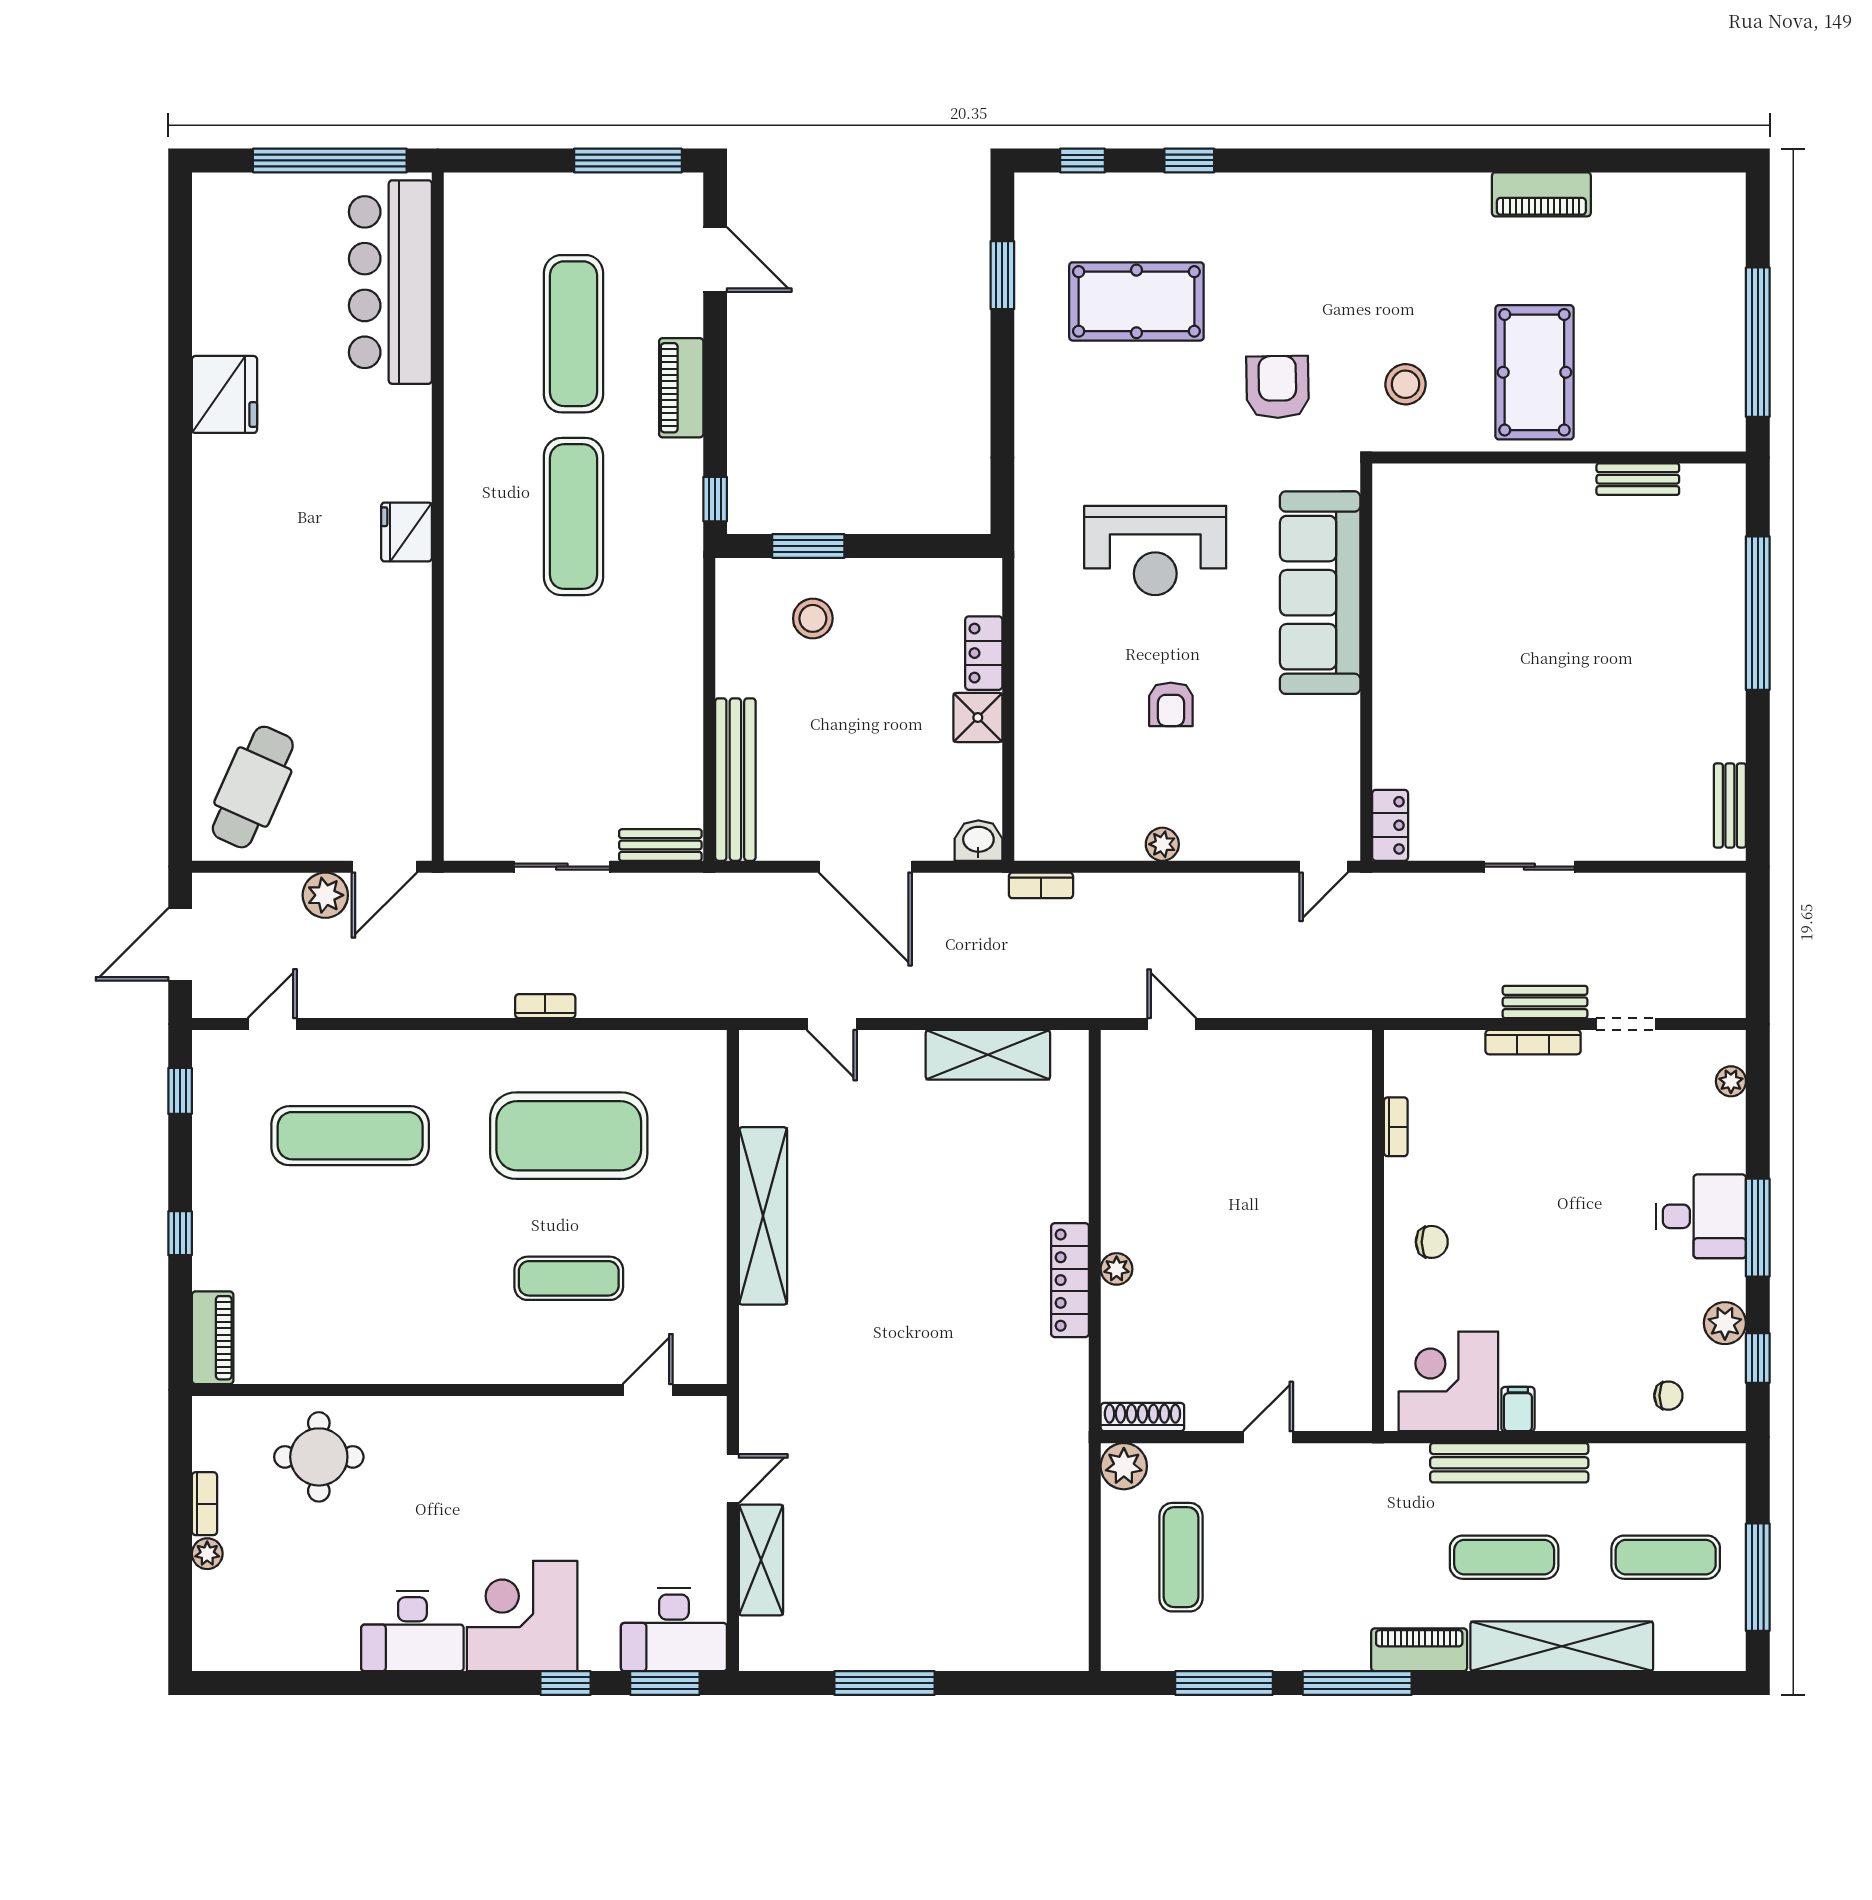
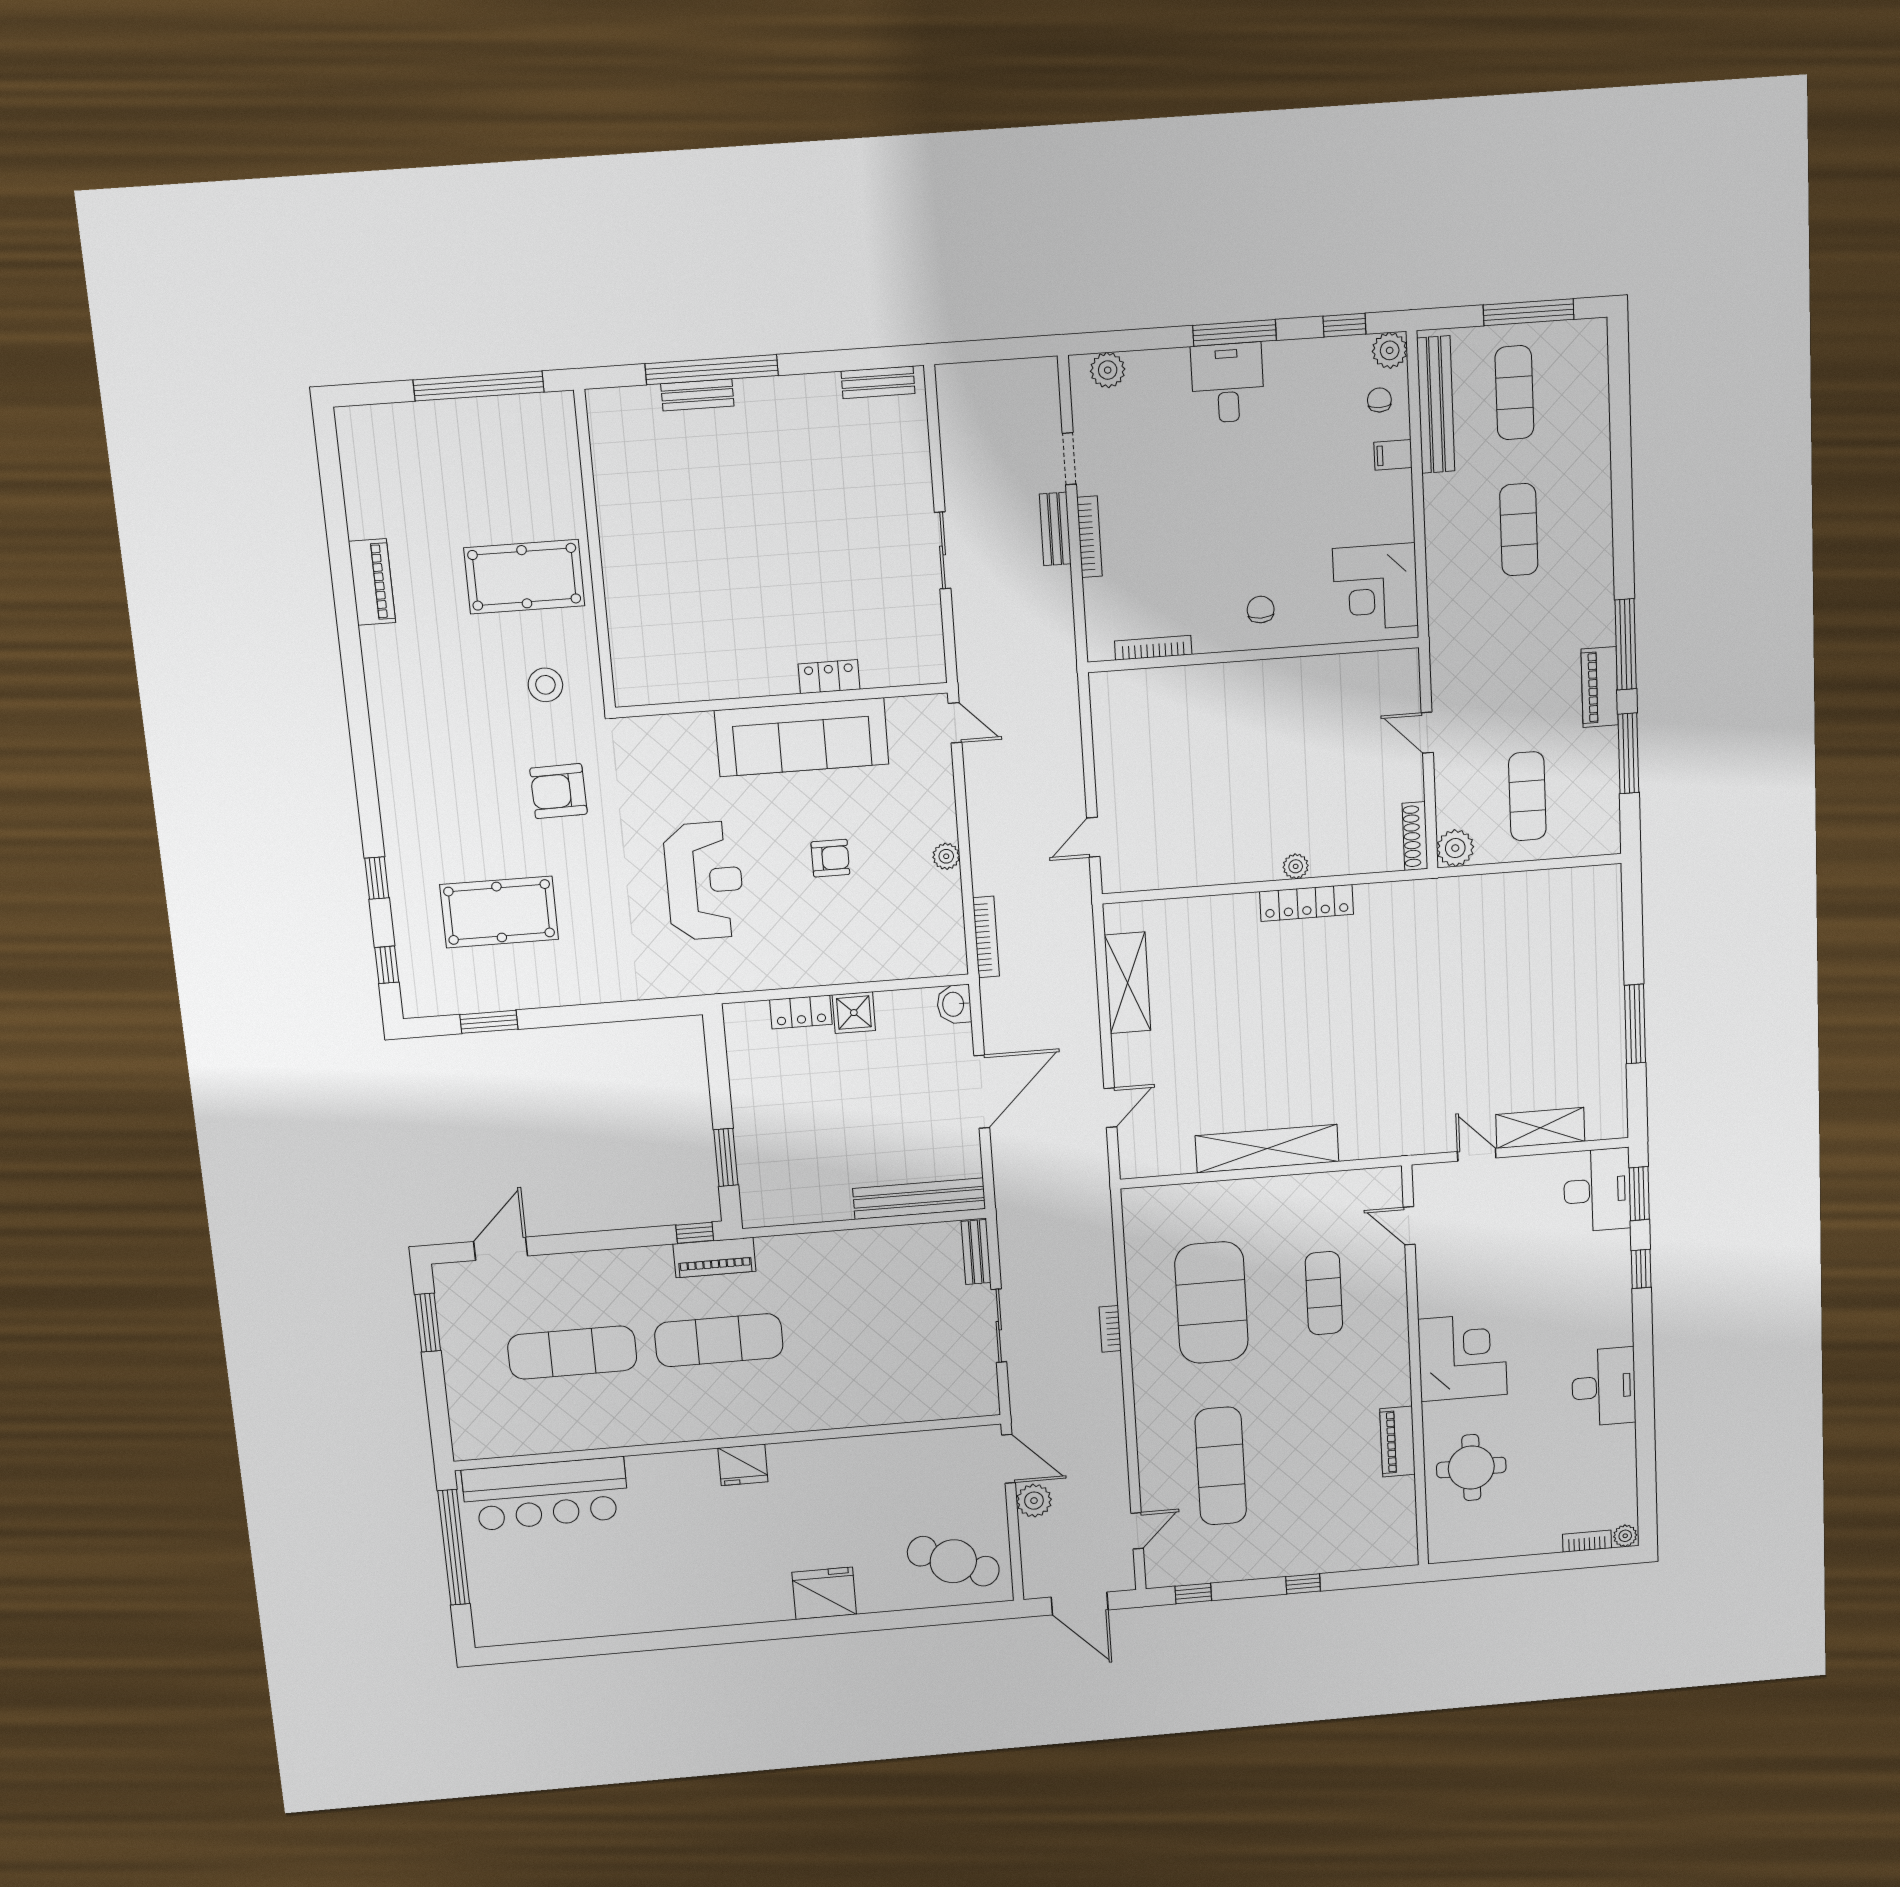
window: (628, 160) -> (428, 1323), width x0.69
pool table: (1136, 301) -> (499, 912), turned 90
piano: (681, 388) -> (714, 1258), moved
fridge: (224, 394) -> (824, 1593), moved
bench: (1638, 479) -> (697, 395), moved, turned 90
sofa: (1320, 593) -> (802, 737), moved
stool: (813, 618) -> (784, 1149), removed
locker: (1390, 825) -> (829, 677), moved
bookcase: (1041, 885) -> (986, 937), width x1.56
door: (272, 1024) -> (1137, 1531), swing flipped
plant: (1731, 1081) -> (1108, 370), width x1.38, depth x1.38
bookcase: (1396, 1127) -> (1153, 648), width x1.56
plant: (1725, 1323) -> (1390, 350), moved
piano: (213, 1338) -> (1397, 1442), moved, turned -90
filing cabinet: (1518, 1409) -> (1393, 455), moved
bench: (1509, 1463) -> (1436, 405), moved
bookcase: (204, 1504) -> (1587, 1541), moved
plant: (207, 1554) -> (1625, 1536), moved
exercise mat: (1181, 1557) -> (1527, 796), turned 90
corner desk: (522, 1616) -> (1463, 1357), moved, turned 180
shelving: (1562, 1646) -> (1591, 476), removed
piano: (1419, 1650) -> (1600, 687), moved

